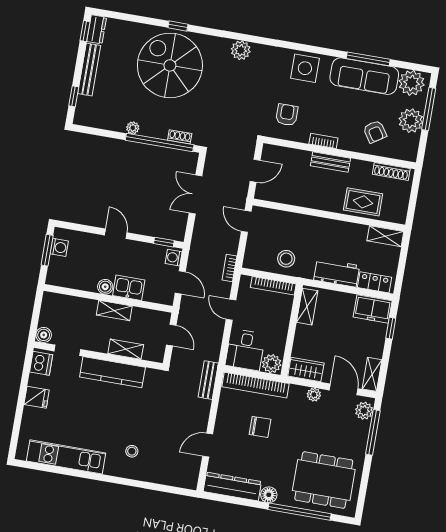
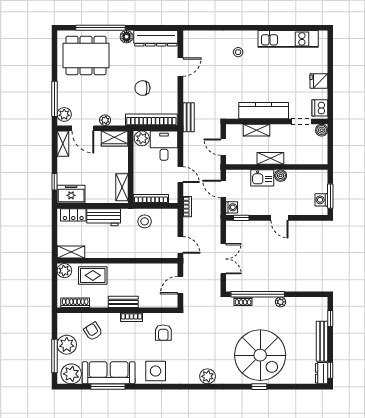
plant: (398, 214) -> (64, 271), added

